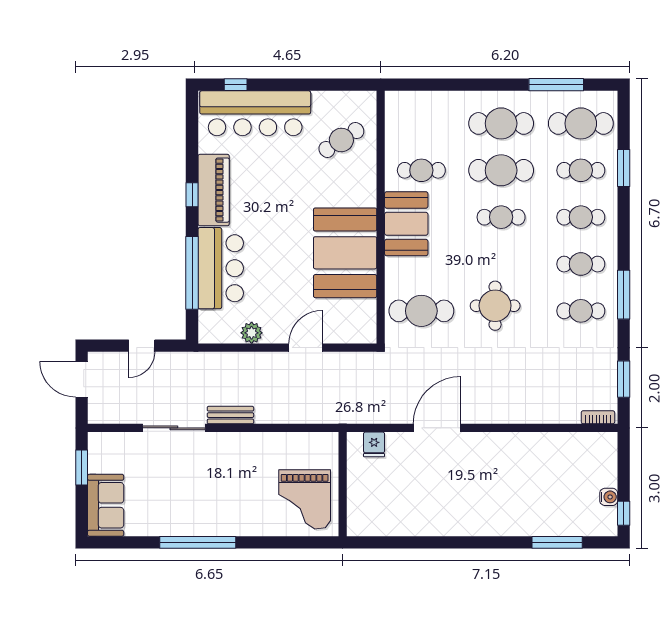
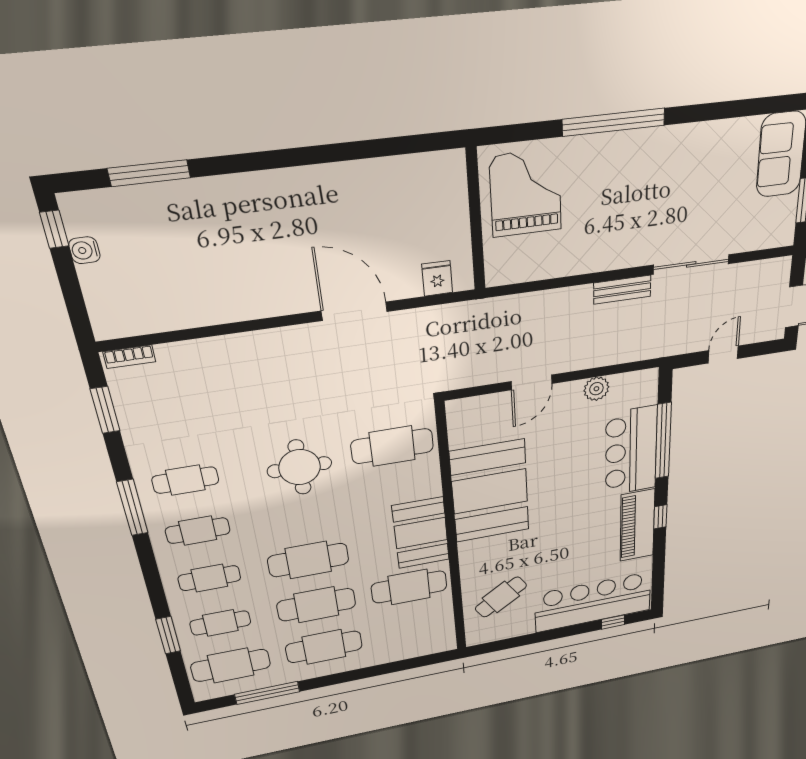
cafe table: (421, 170) -> (409, 587), width x1.37, depth x1.35
cafe table: (501, 217) -> (308, 560), width x1.37, depth x1.35
door: (437, 428) -> (354, 311), swing flipped
window: (198, 542) -> (614, 122), moved

